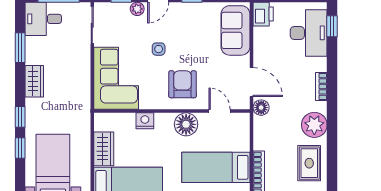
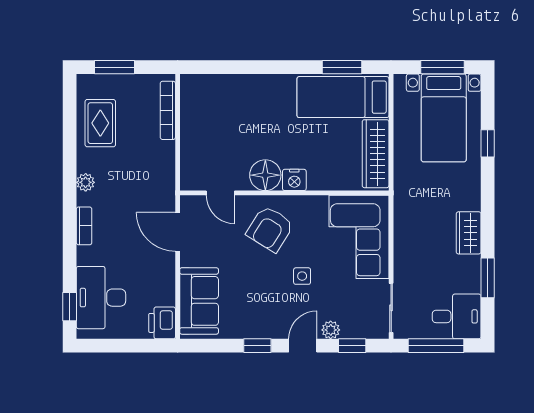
armchair: (183, 84) -> (270, 229), turned 32
floor lamp: (261, 108) -> (165, 198), removed
window: (20, 117) -> (488, 185), removed
nightstand: (145, 121) -> (294, 180), moved
plant: (314, 125) -> (86, 182), width x0.53, depth x0.53
wardrobe: (104, 149) -> (376, 154), width x1.50
bed: (216, 167) -> (225, 118), removed

